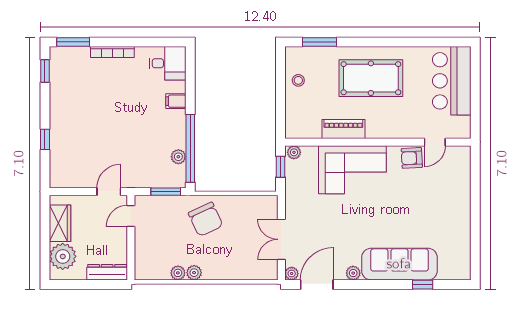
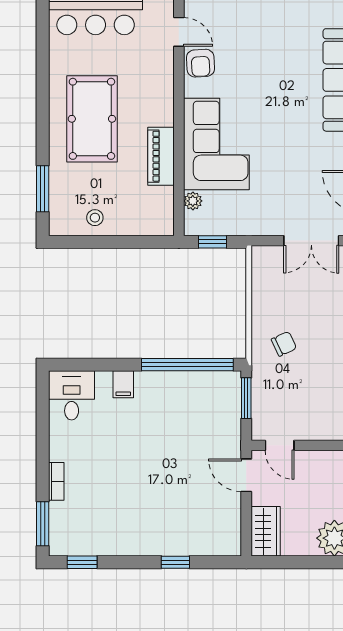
bookcase: (112, 52) -> (56, 481), width x0.64
plant: (294, 152) -> (193, 201), moved
plant: (178, 157) -> (199, 381), removed
chair: (206, 219) -> (284, 344), width x0.54, depth x0.54
wardrobe: (60, 223) -> (266, 531), moved, turned 90

